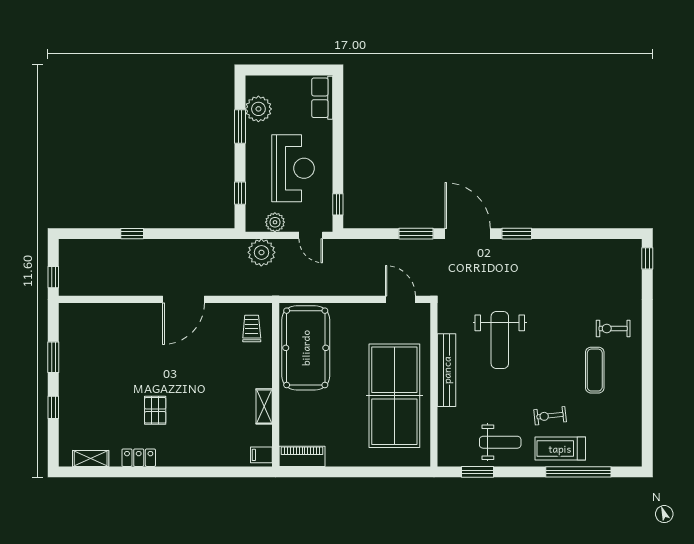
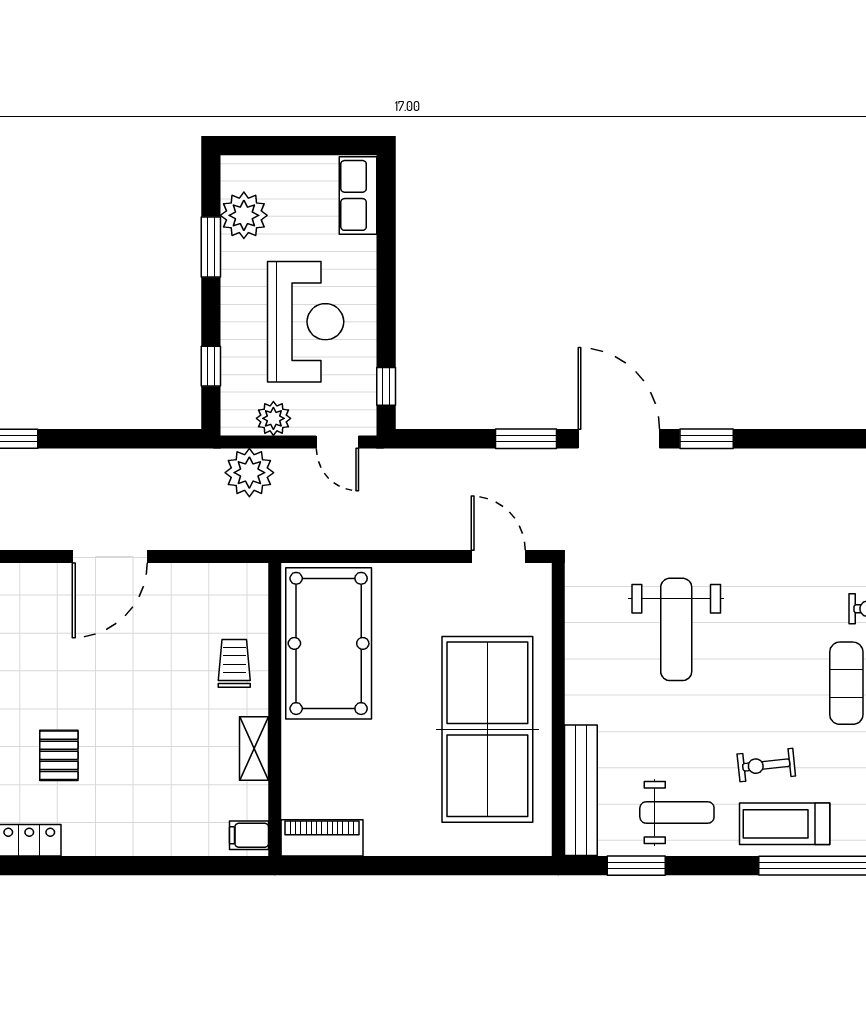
trolley: (252, 328) -> (234, 663), moved
bench: (447, 370) -> (581, 790), moved

